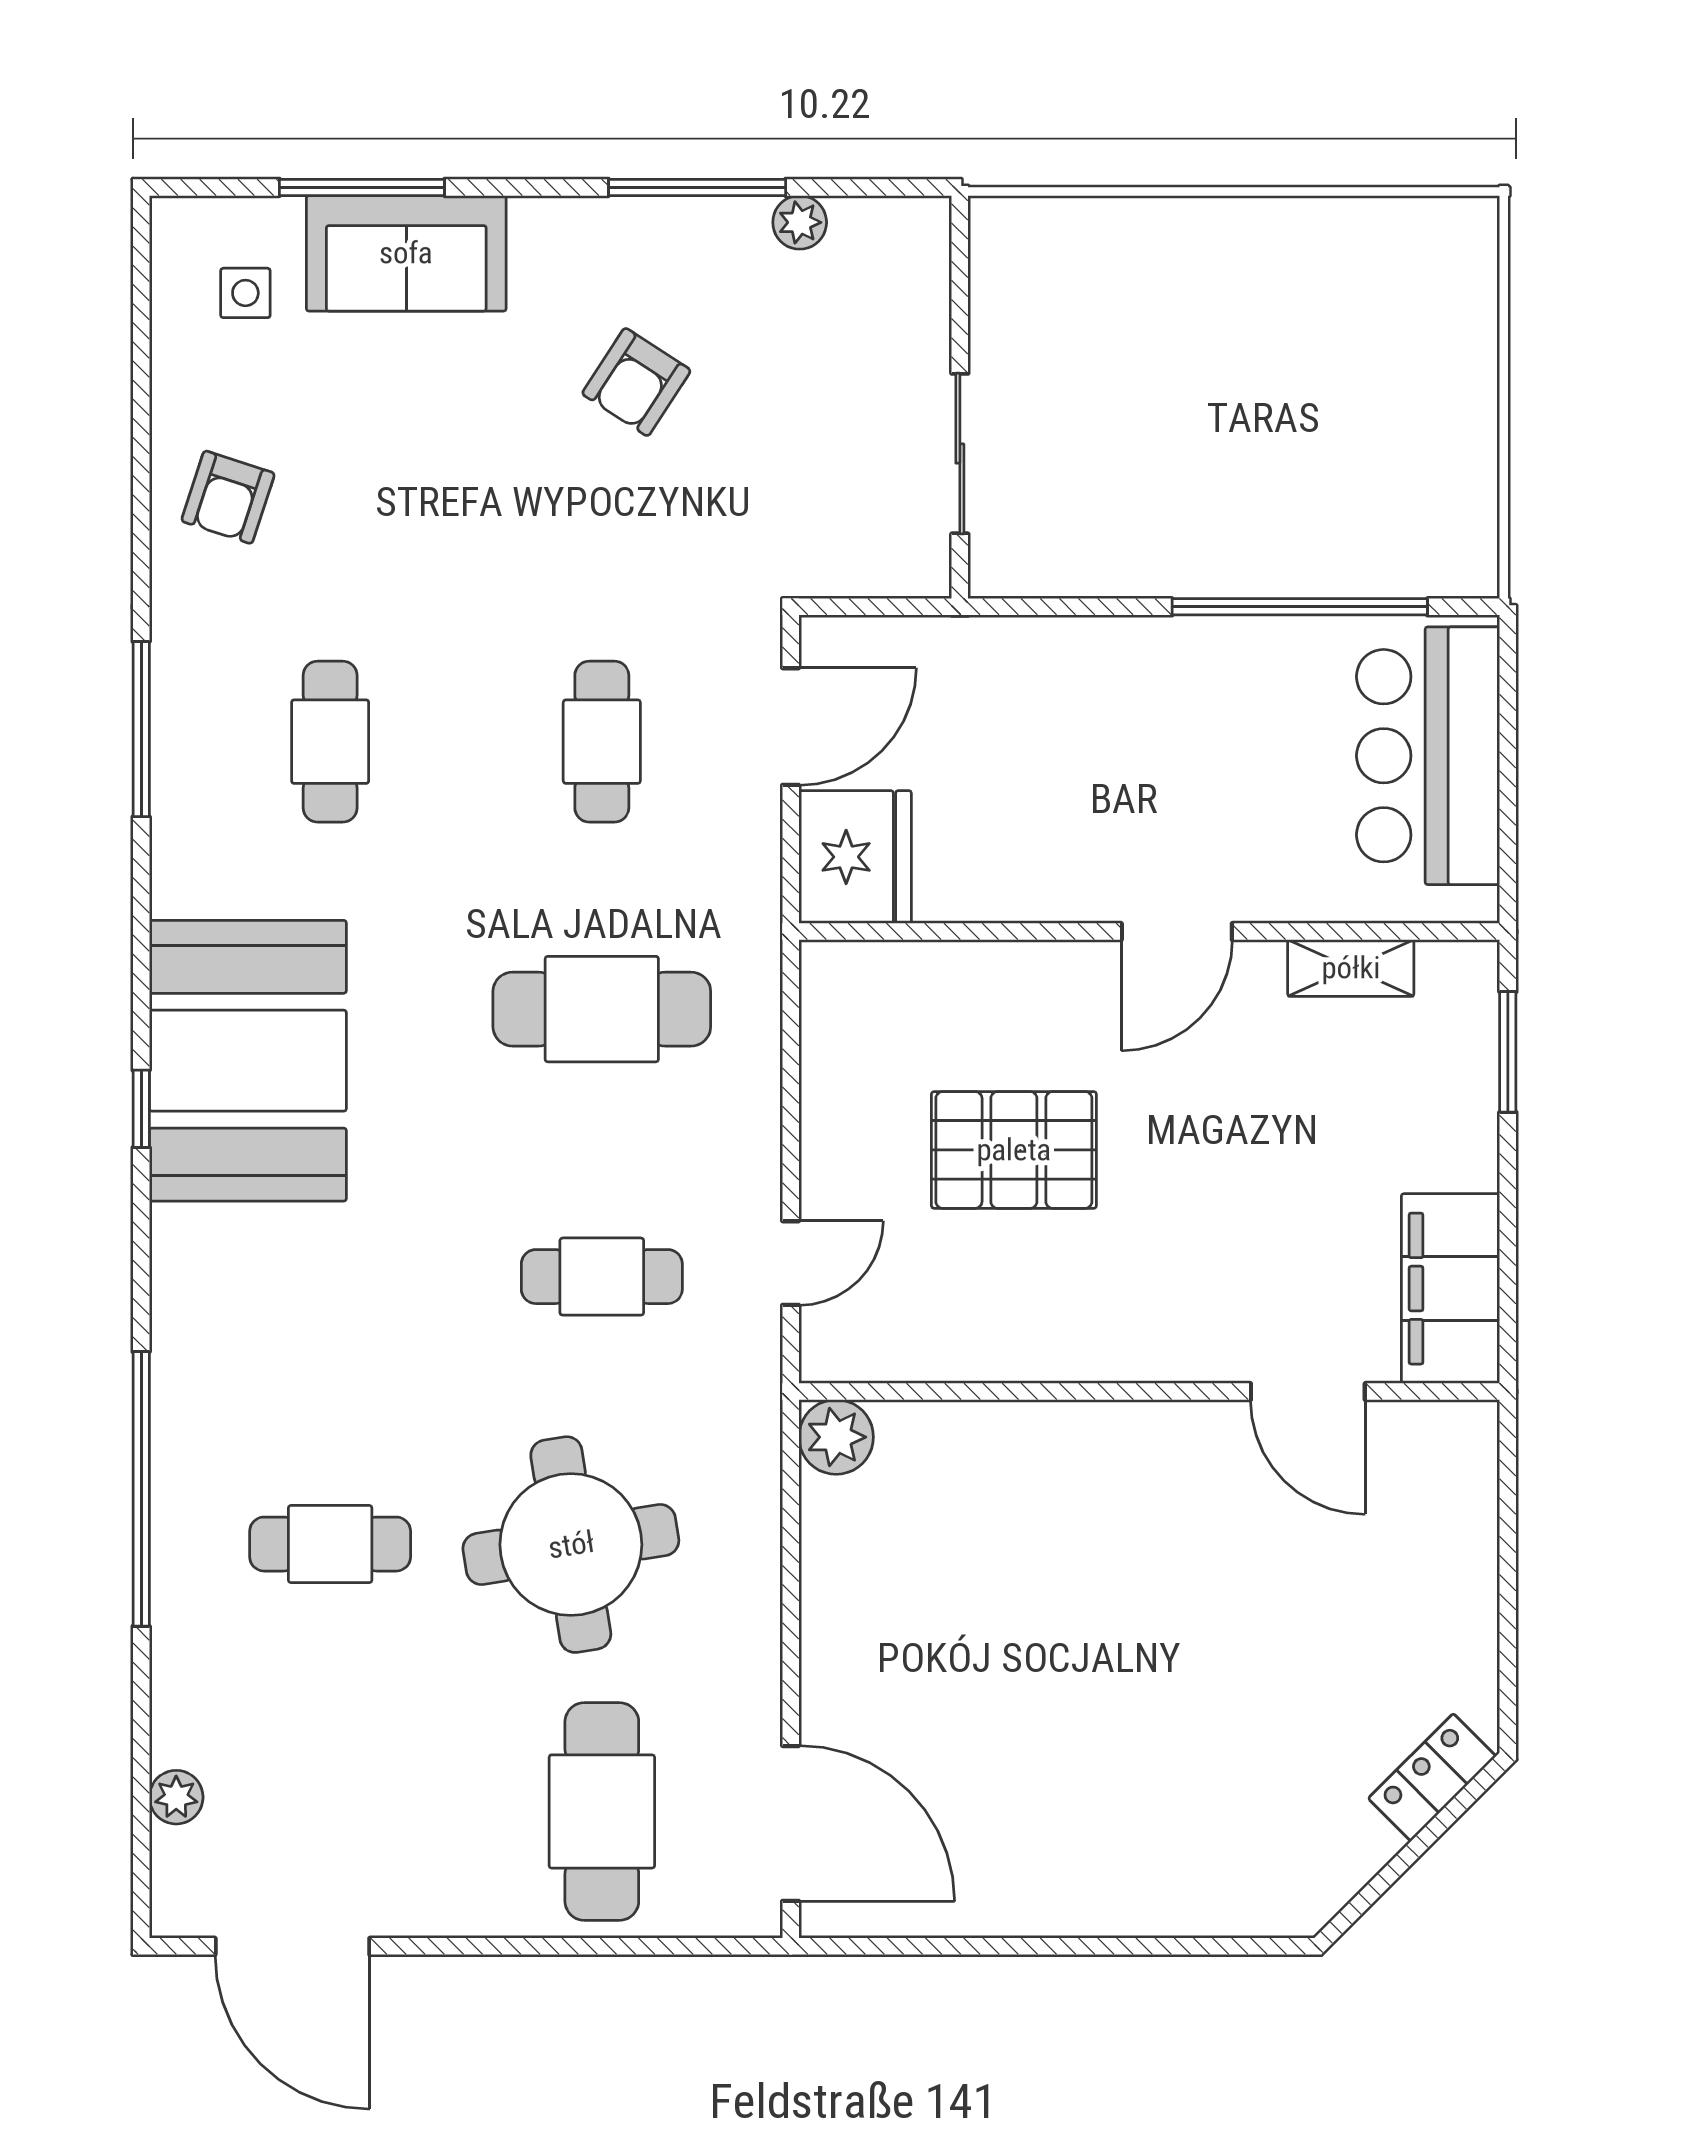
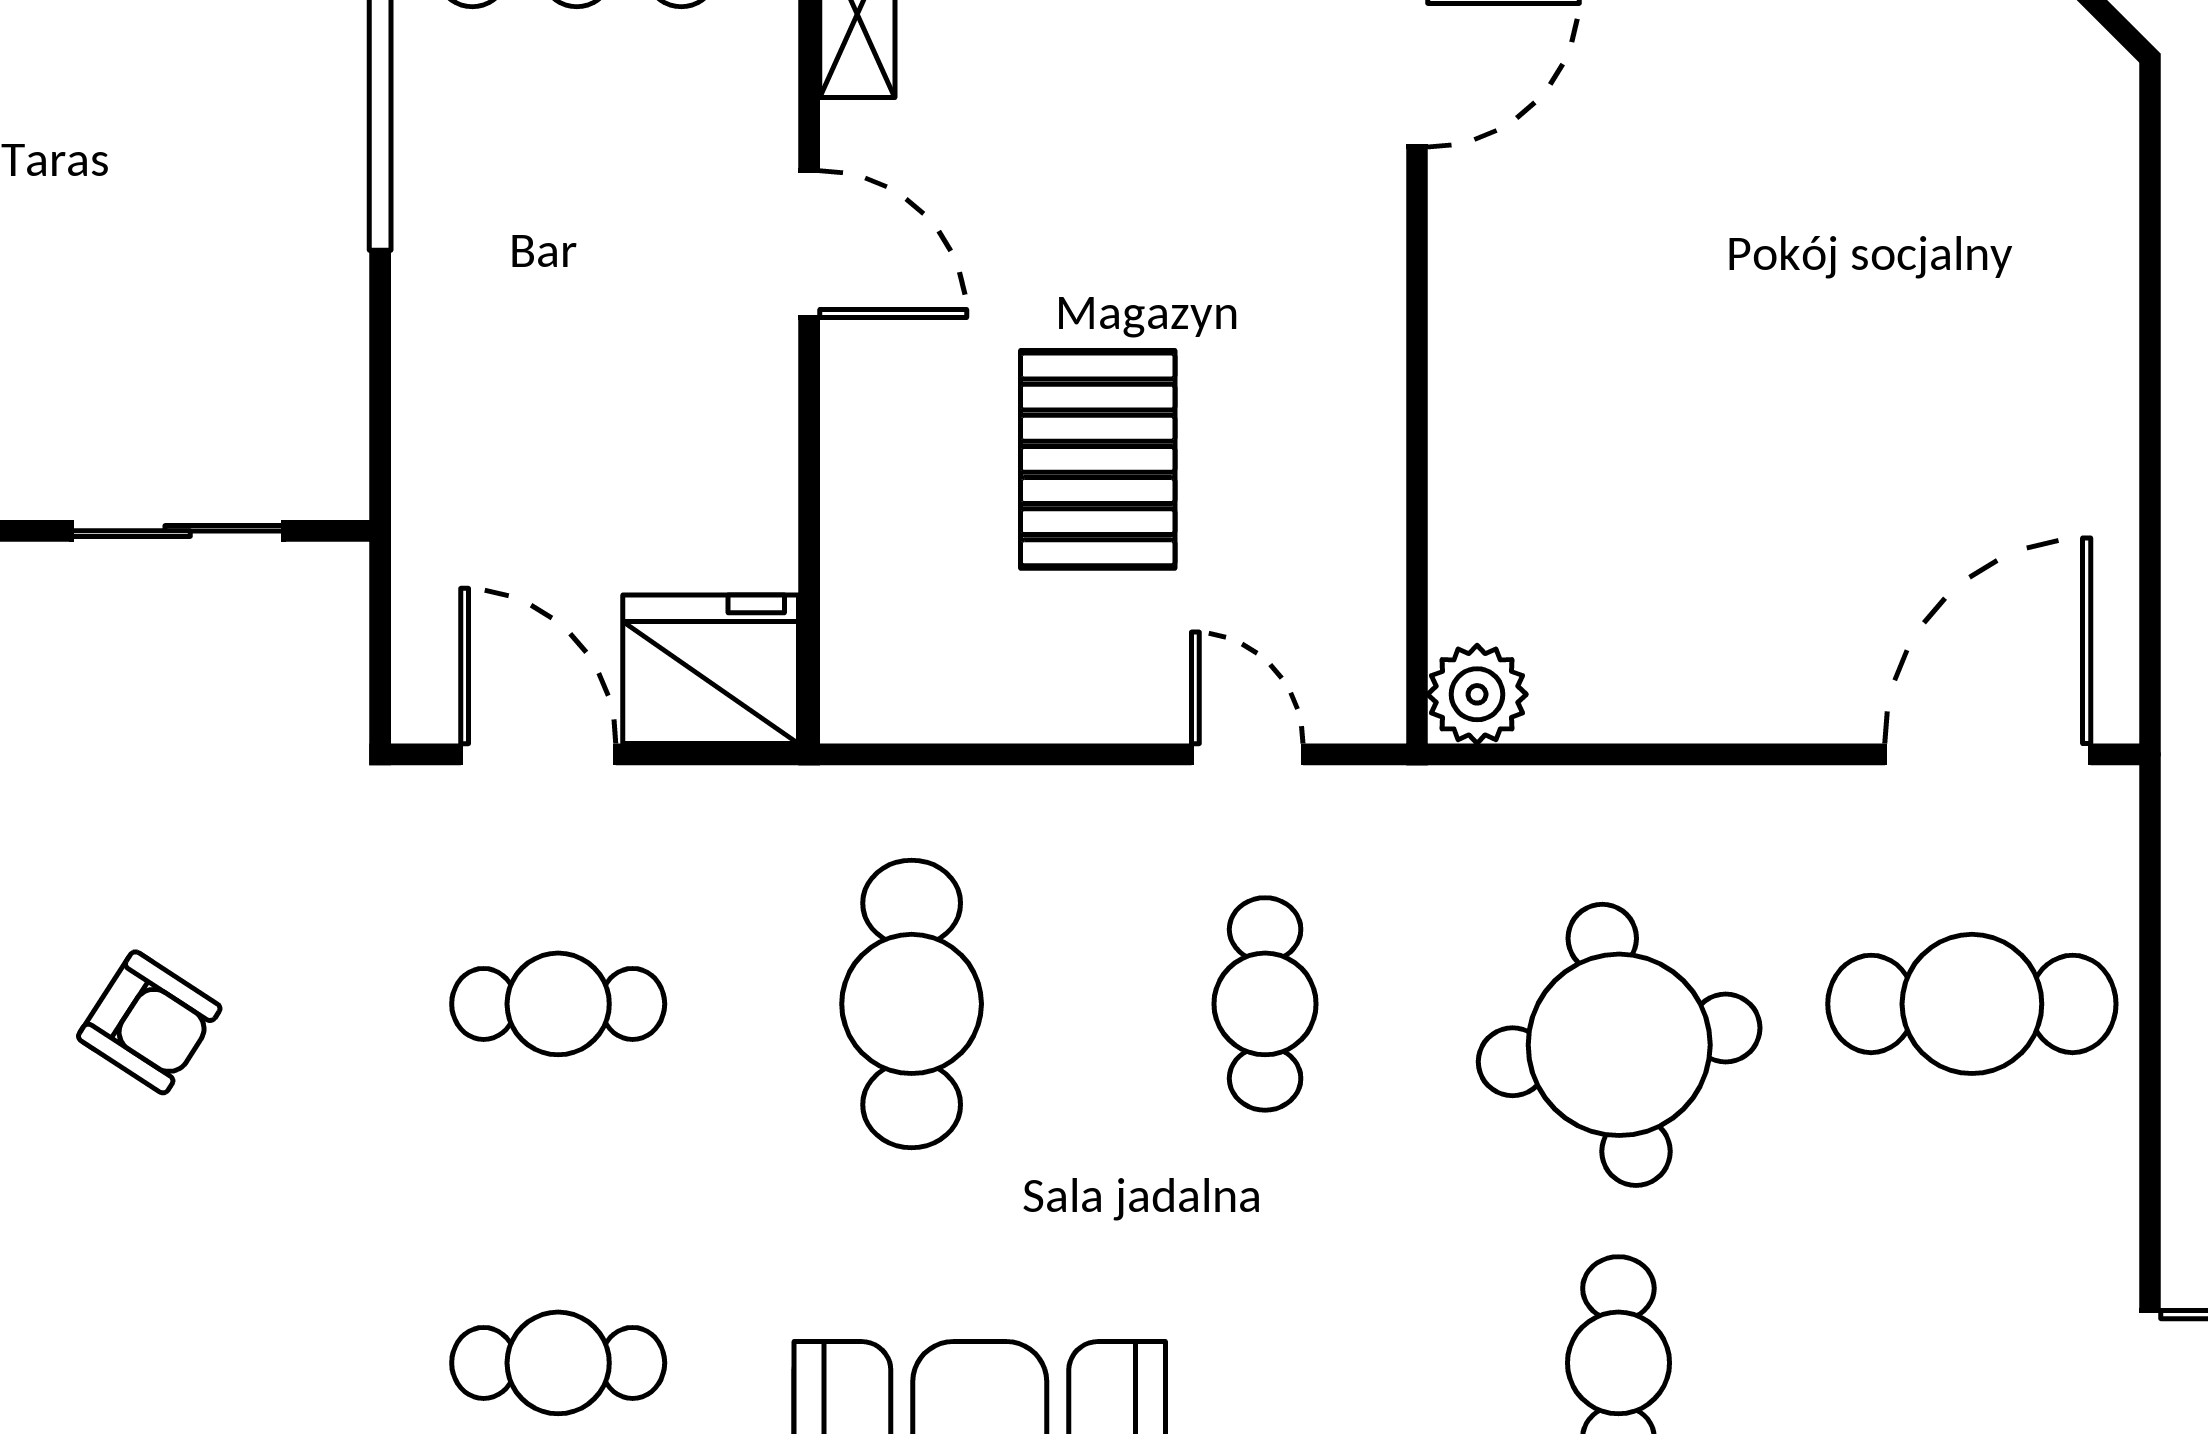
armchair: (636, 382) -> (149, 1022), moved

